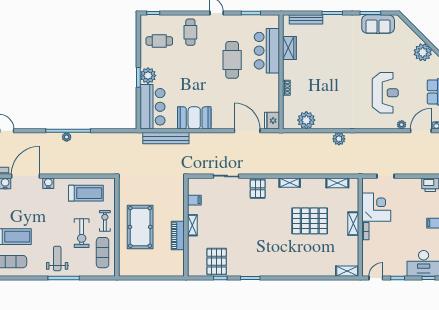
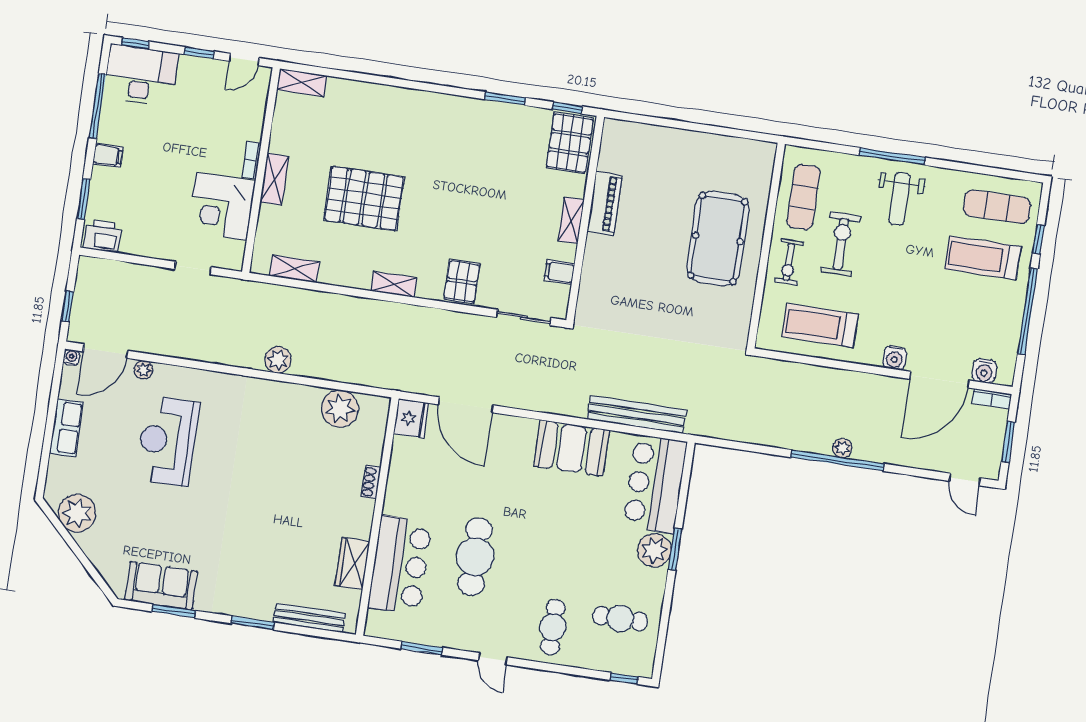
filing cabinet: (194, 200) -> (559, 272), moved
shelving: (192, 225) -> (571, 220), moved
wall: (186, 227) -> (585, 219), moved
piano: (178, 236) -> (605, 203), moved

